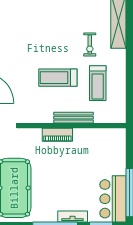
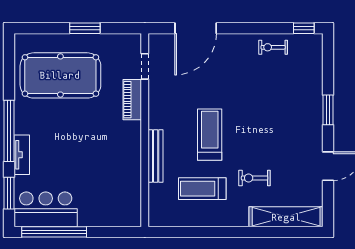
piano: (57, 135) -> (132, 100), moved

